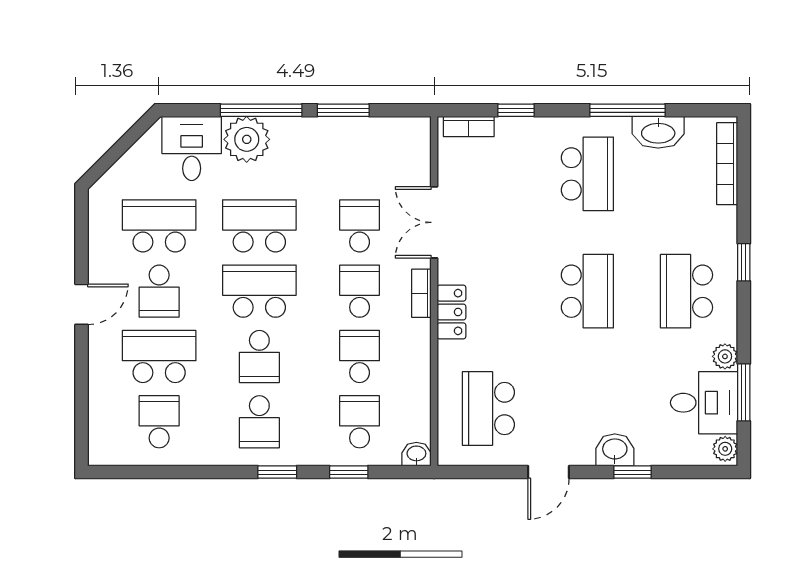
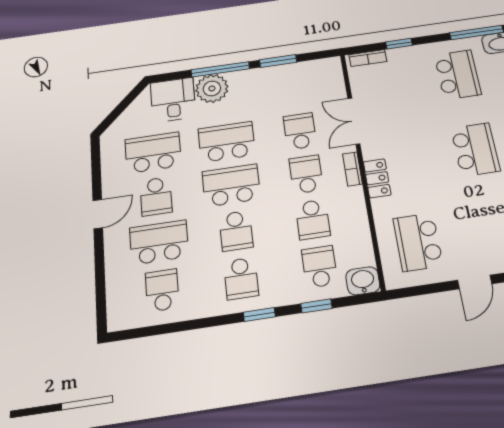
school desk: (360, 356) -> (313, 219), turned 180
washbasin: (416, 454) -> (363, 281), width x1.38, depth x1.45

